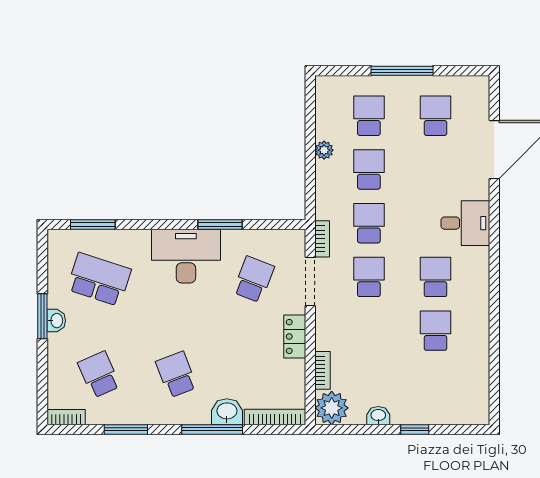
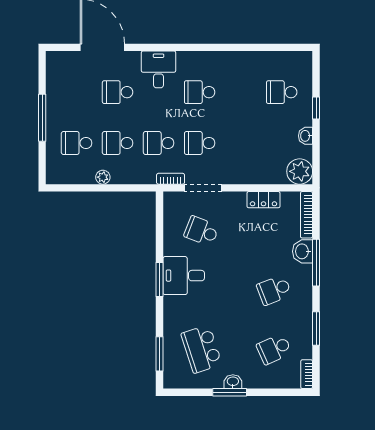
school desk: (436, 116) -> (118, 92), moved
window: (220, 224) -> (160, 280), moved
desk: (186, 256) -> (184, 276), width x0.73
school desk: (99, 279) -> (201, 349), turned -36
school desk: (436, 331) -> (282, 92), moved
locker: (295, 336) -> (263, 200), moved
bookcase: (322, 370) -> (271, 178), removed

